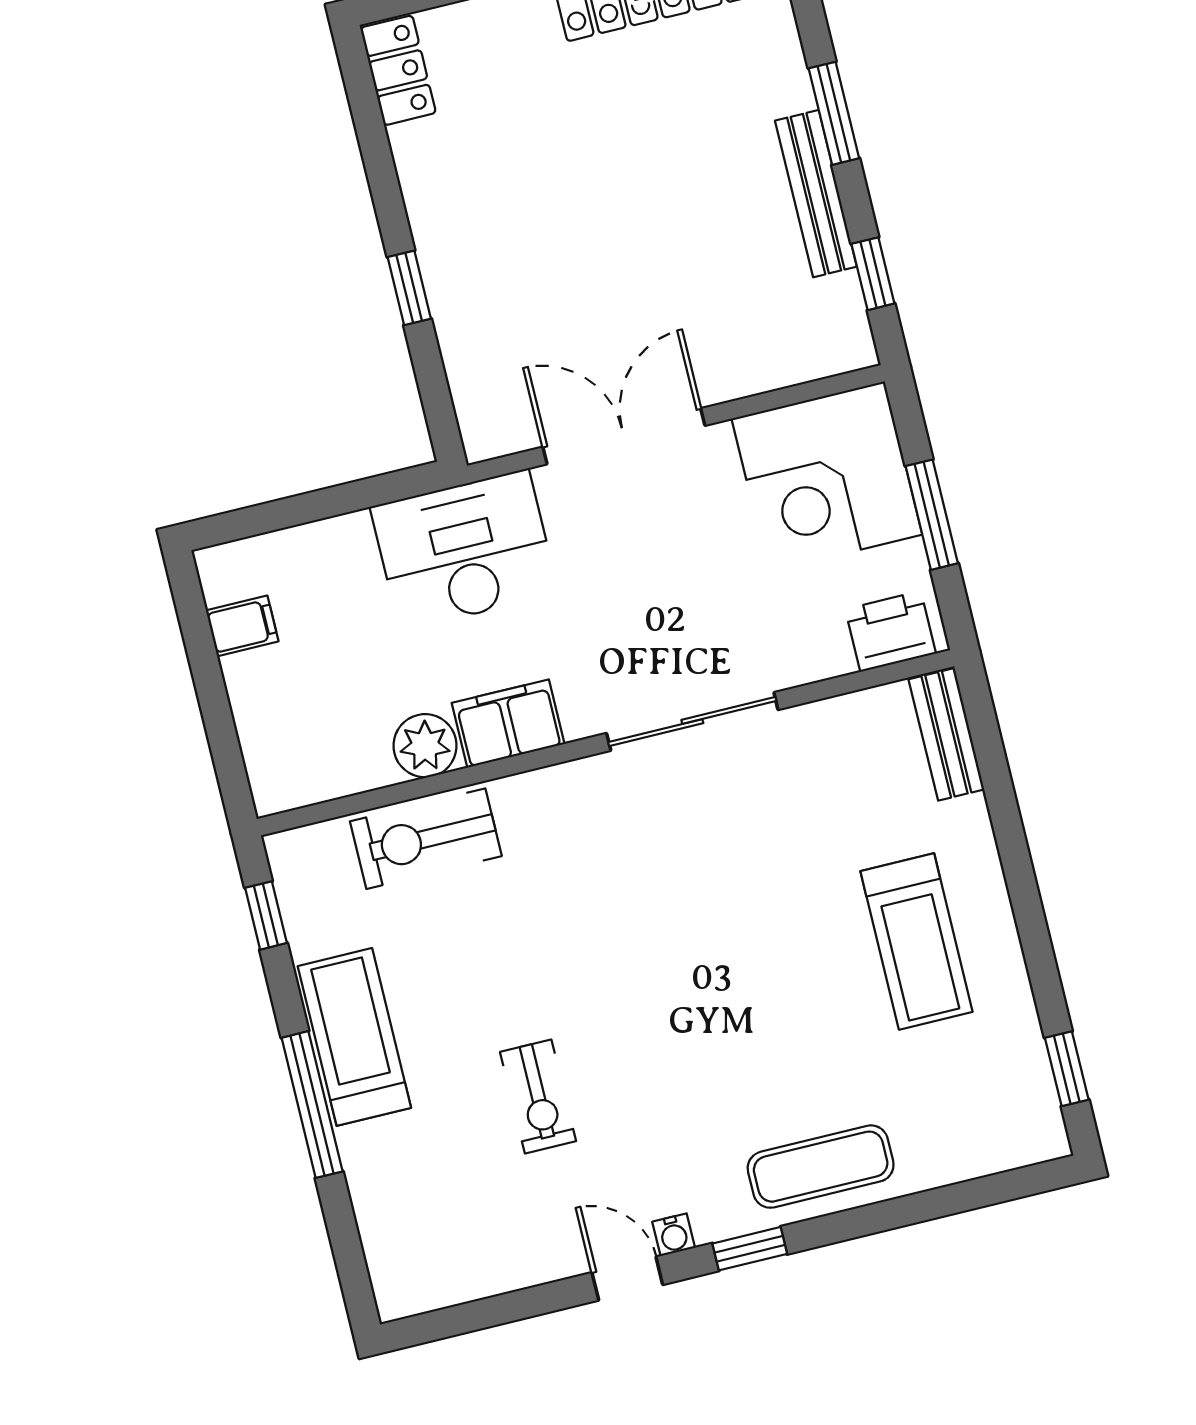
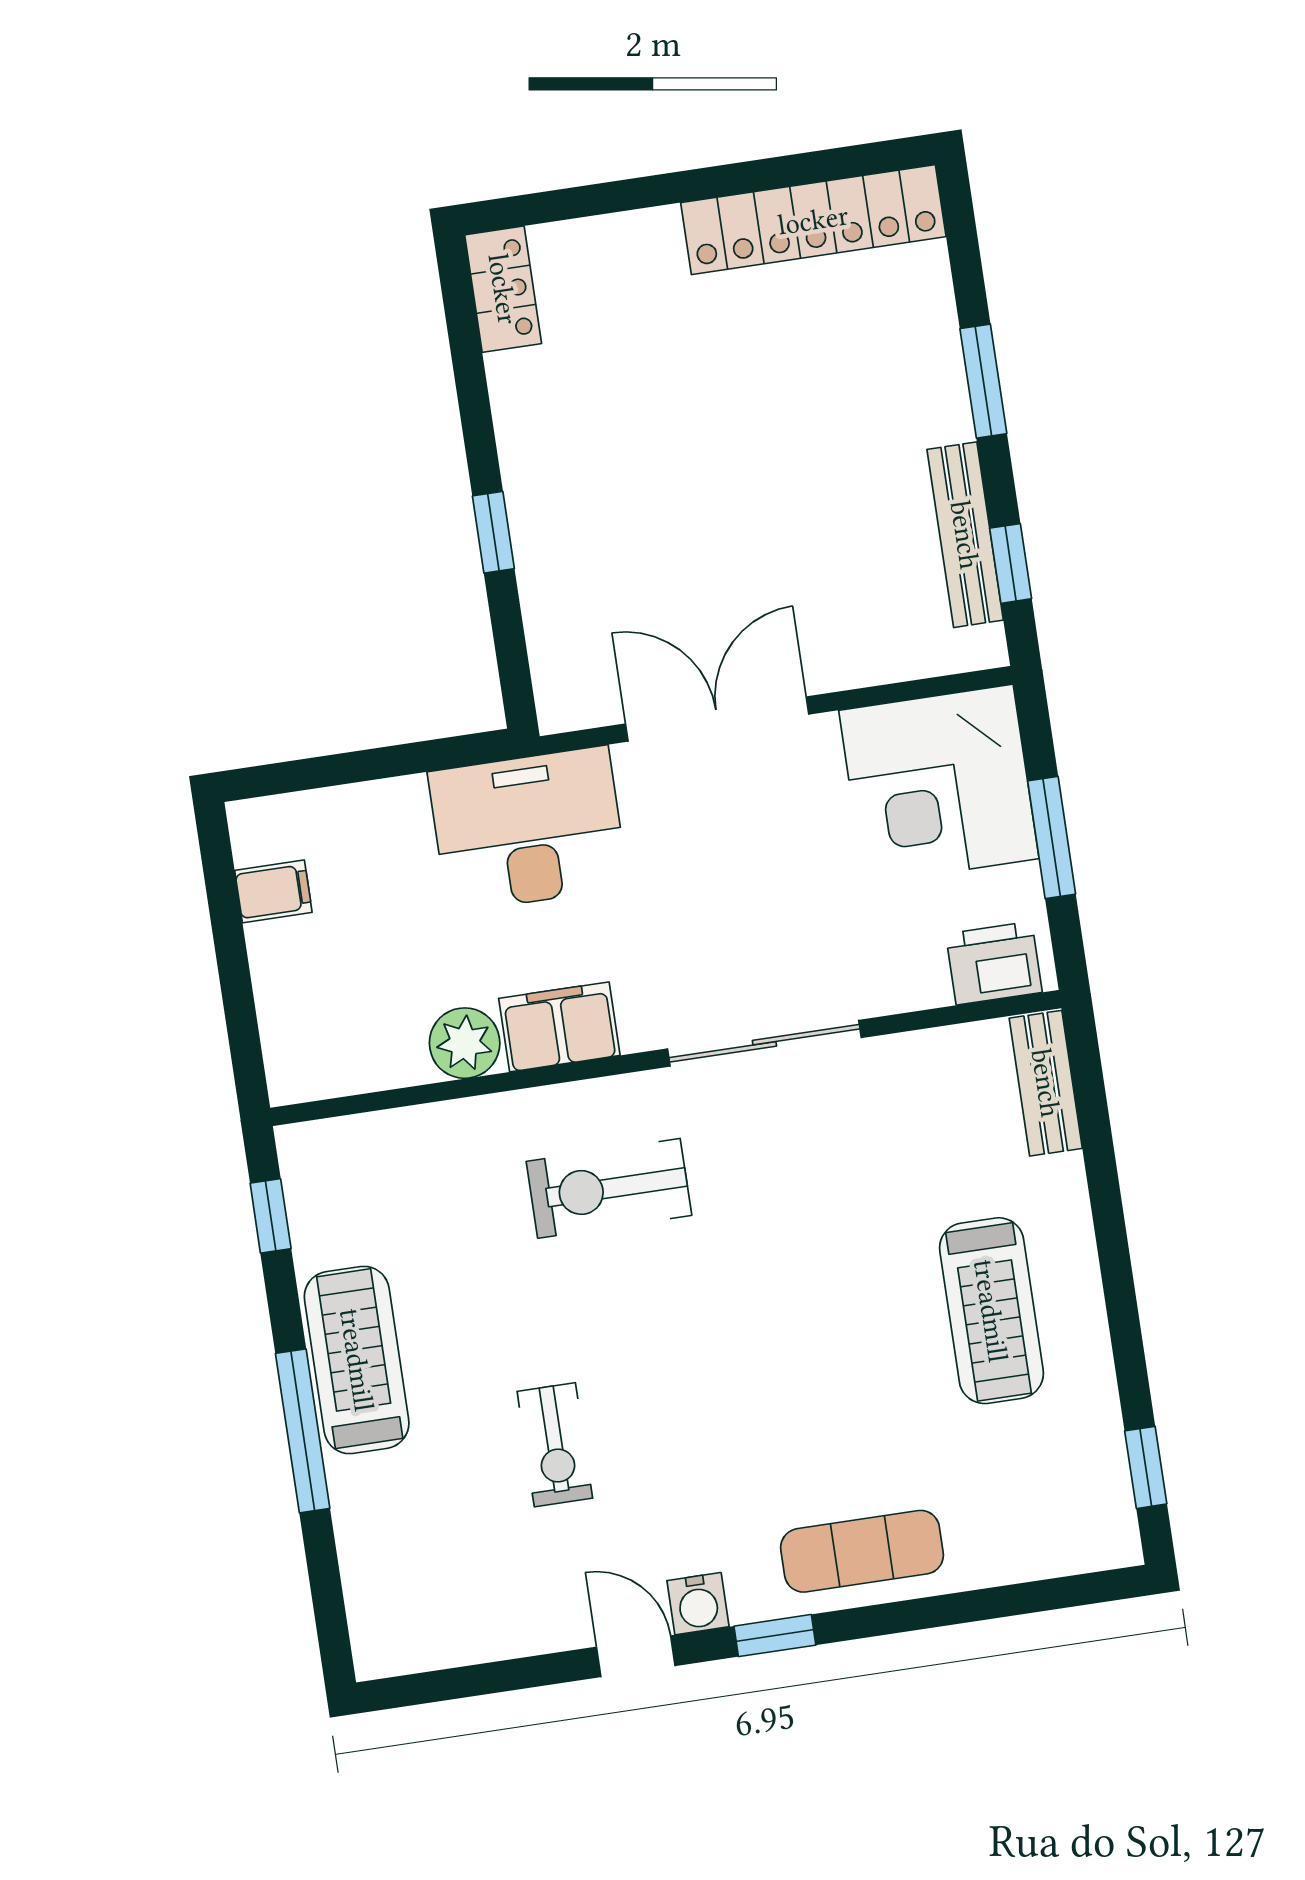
bench: (816, 194) -> (965, 535), moved
exercise bike: (426, 839) -> (609, 1188), moved
water cooler: (674, 1235) -> (698, 1604), width x1.38, depth x1.38

